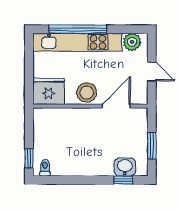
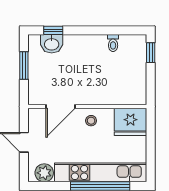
stool: (87, 92) -> (91, 121), width x0.53, depth x0.53
toilet: (45, 168) -> (113, 43), moved

